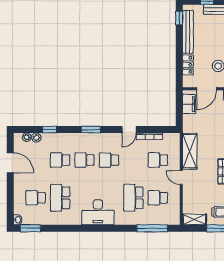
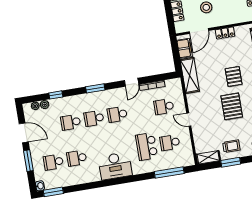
shelving: (190, 151) -> (190, 75), moved
window: (10, 192) -> (28, 161), added
school desk: (60, 198) -> (77, 158), width x0.54

